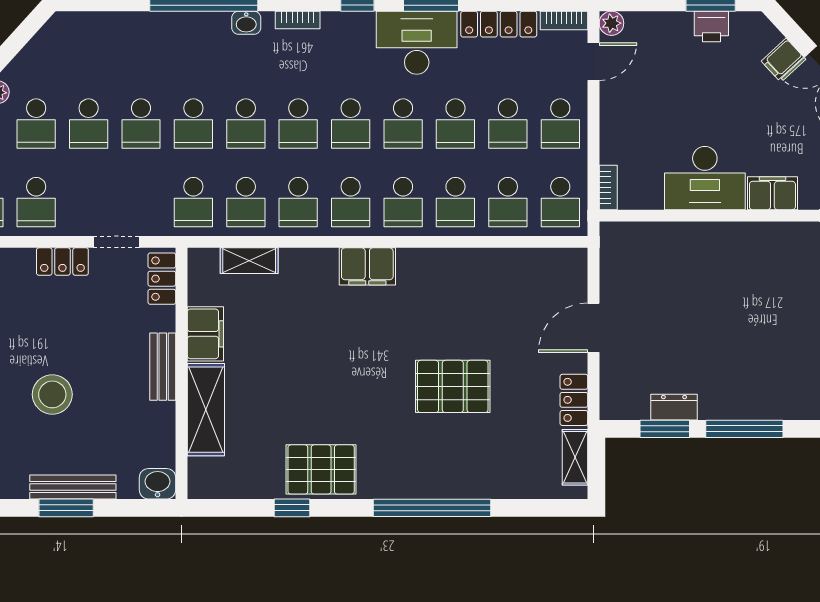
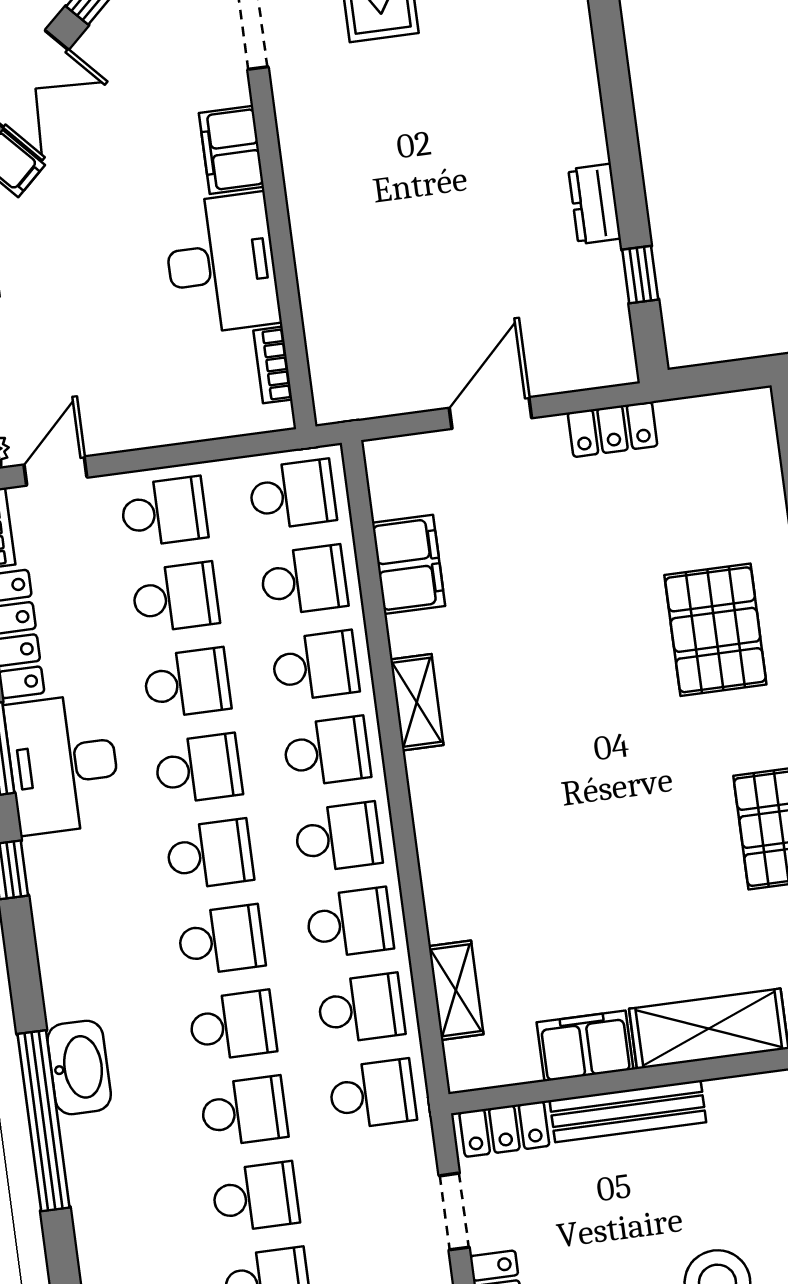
bookcase: (298, 20) -> (52, 964), removed
washbasin: (246, 23) -> (79, 1067), width x1.91, depth x1.45
door: (593, 62) -> (56, 471), hinge flipped
bookcase: (608, 187) -> (273, 365), moved, turned -90
filing cabinet: (367, 266) -> (409, 564), moved
door: (593, 328) -> (490, 413), swing flipped
bench: (163, 367) -> (628, 1111), width x1.36
pallet: (453, 386) -> (715, 630), moved
dresser: (674, 407) -> (595, 204), moved
window: (665, 429) -> (640, 275), width x0.67
window: (744, 429) -> (623, 144), removed
shelving: (575, 457) -> (417, 702), moved, turned 90

